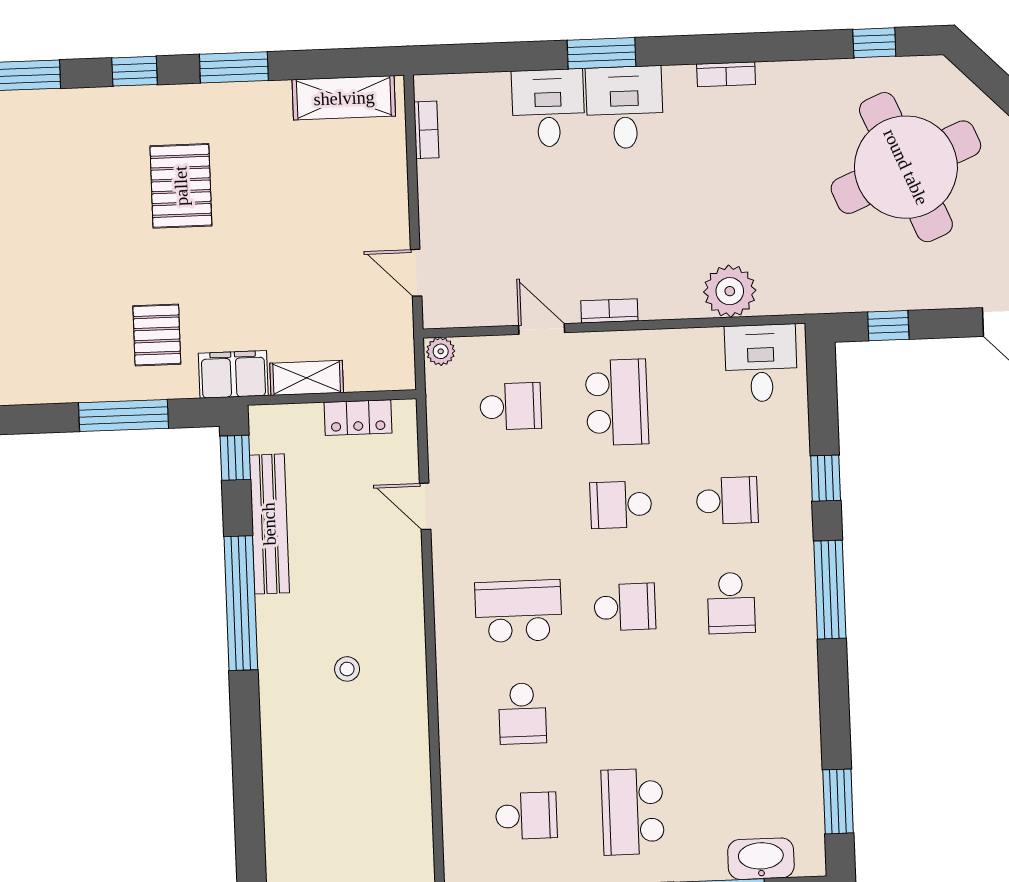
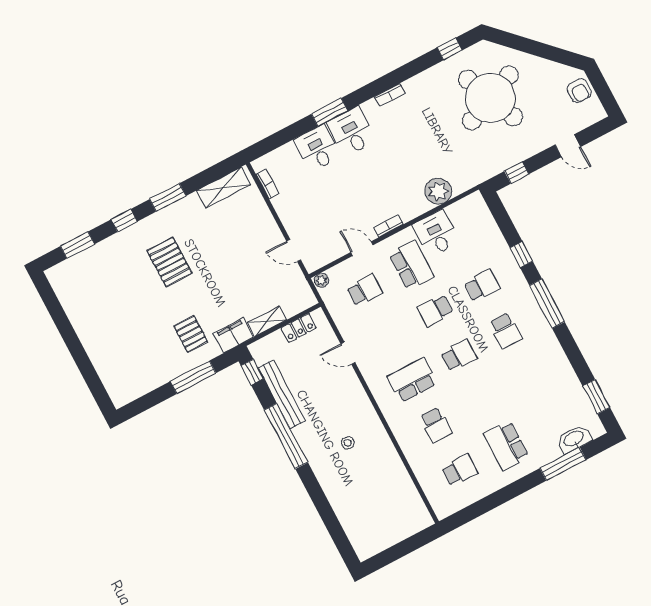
desk: (761, 363) -> (436, 233), moved

